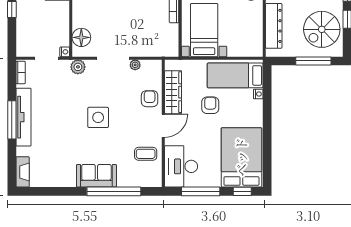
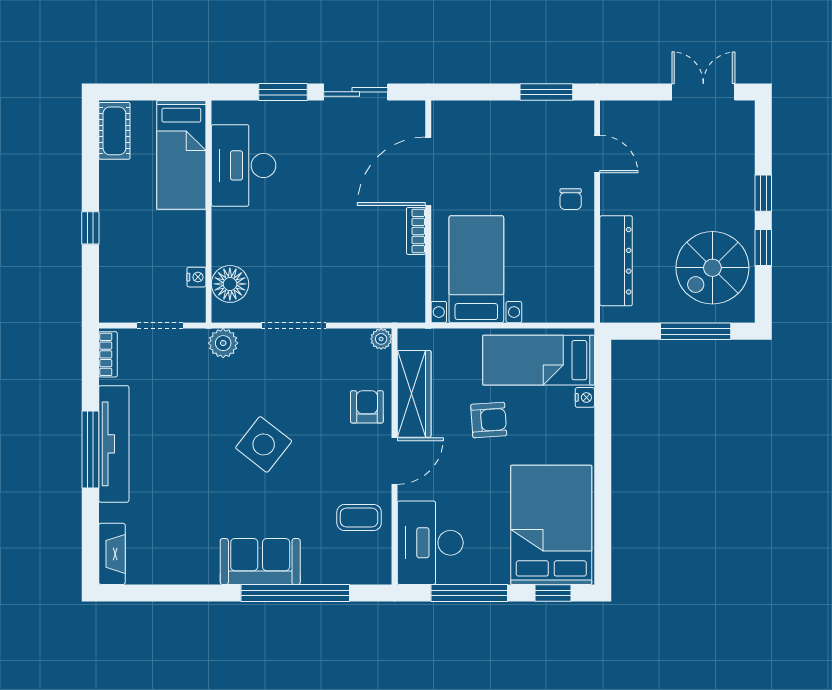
nightstand: (65, 52) -> (196, 277), moved
plant: (135, 65) -> (381, 339), moved
armchair: (210, 105) -> (489, 420), turned 86
side table: (98, 117) -> (264, 444), turned 38

